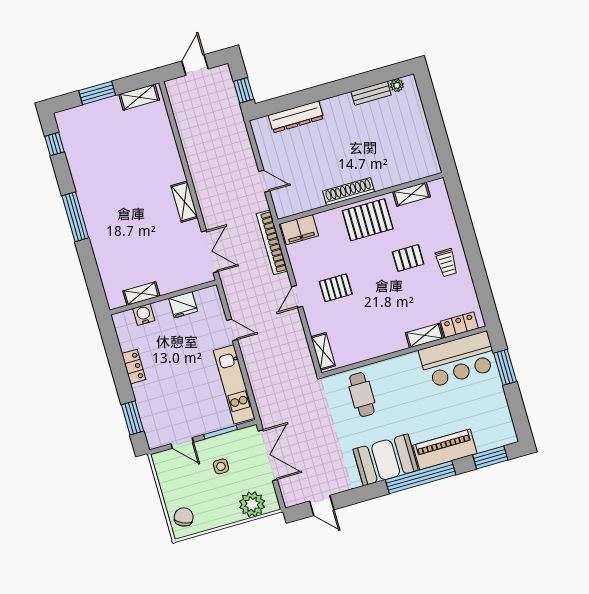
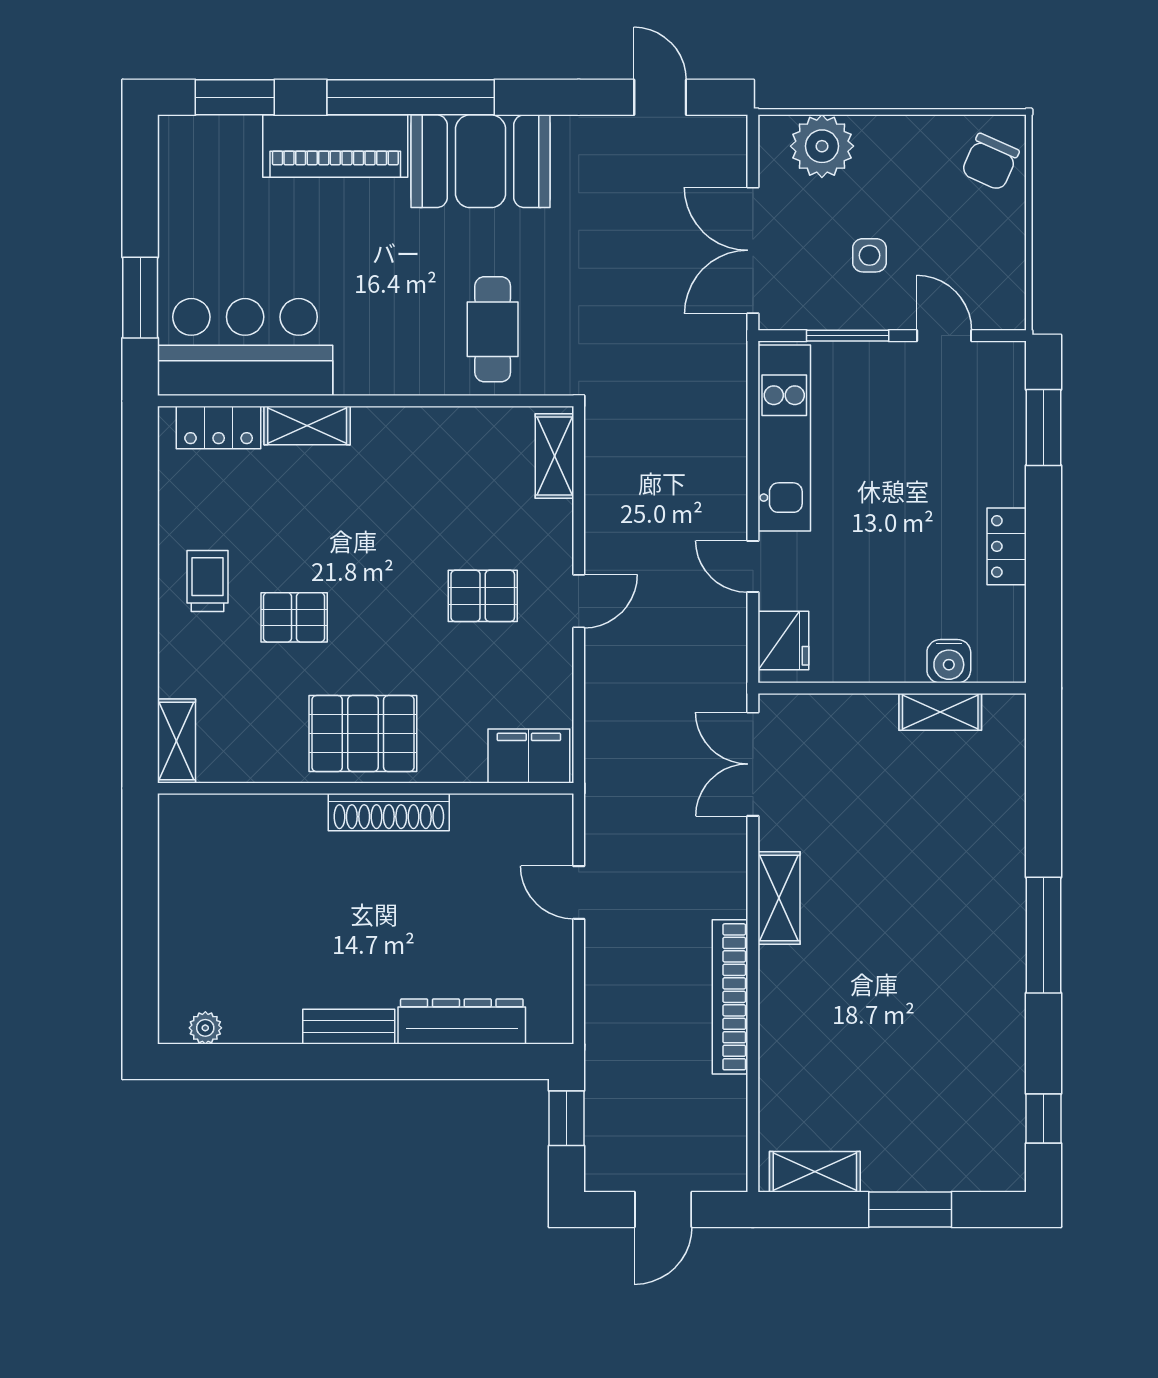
bench: (371, 93) -> (349, 1027), moved
shelving: (412, 194) -> (176, 741), moved, turned 90
bookcase: (272, 242) -> (730, 997), moved, turned 180
fridge: (183, 305) -> (783, 641), moved, turned 90

